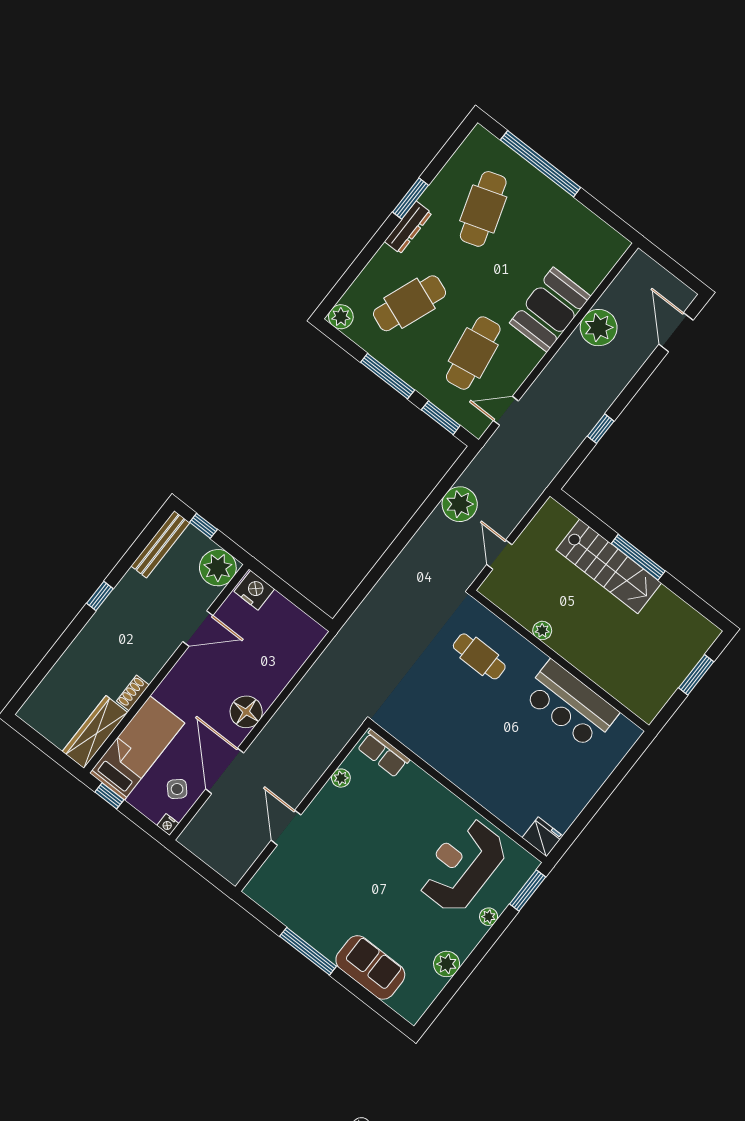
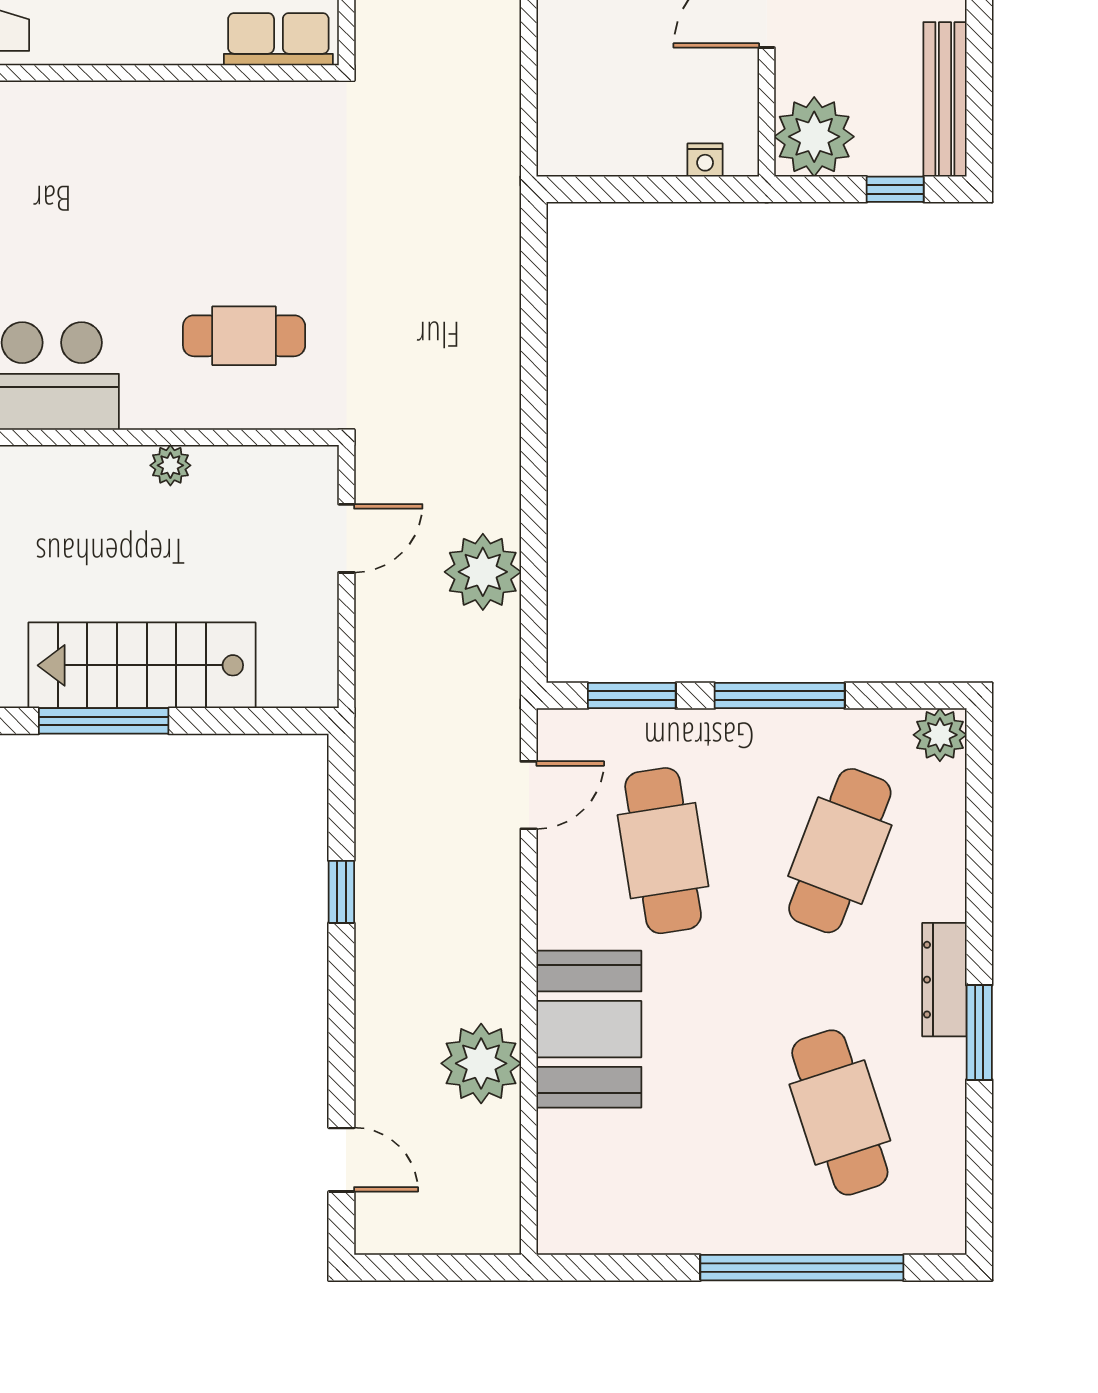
door: (676, 332) -> (341, 1160), width x0.73
door: (499, 555) -> (346, 538), hinge flipped
nightstand: (254, 590) -> (705, 160), width x0.53, depth x0.56

